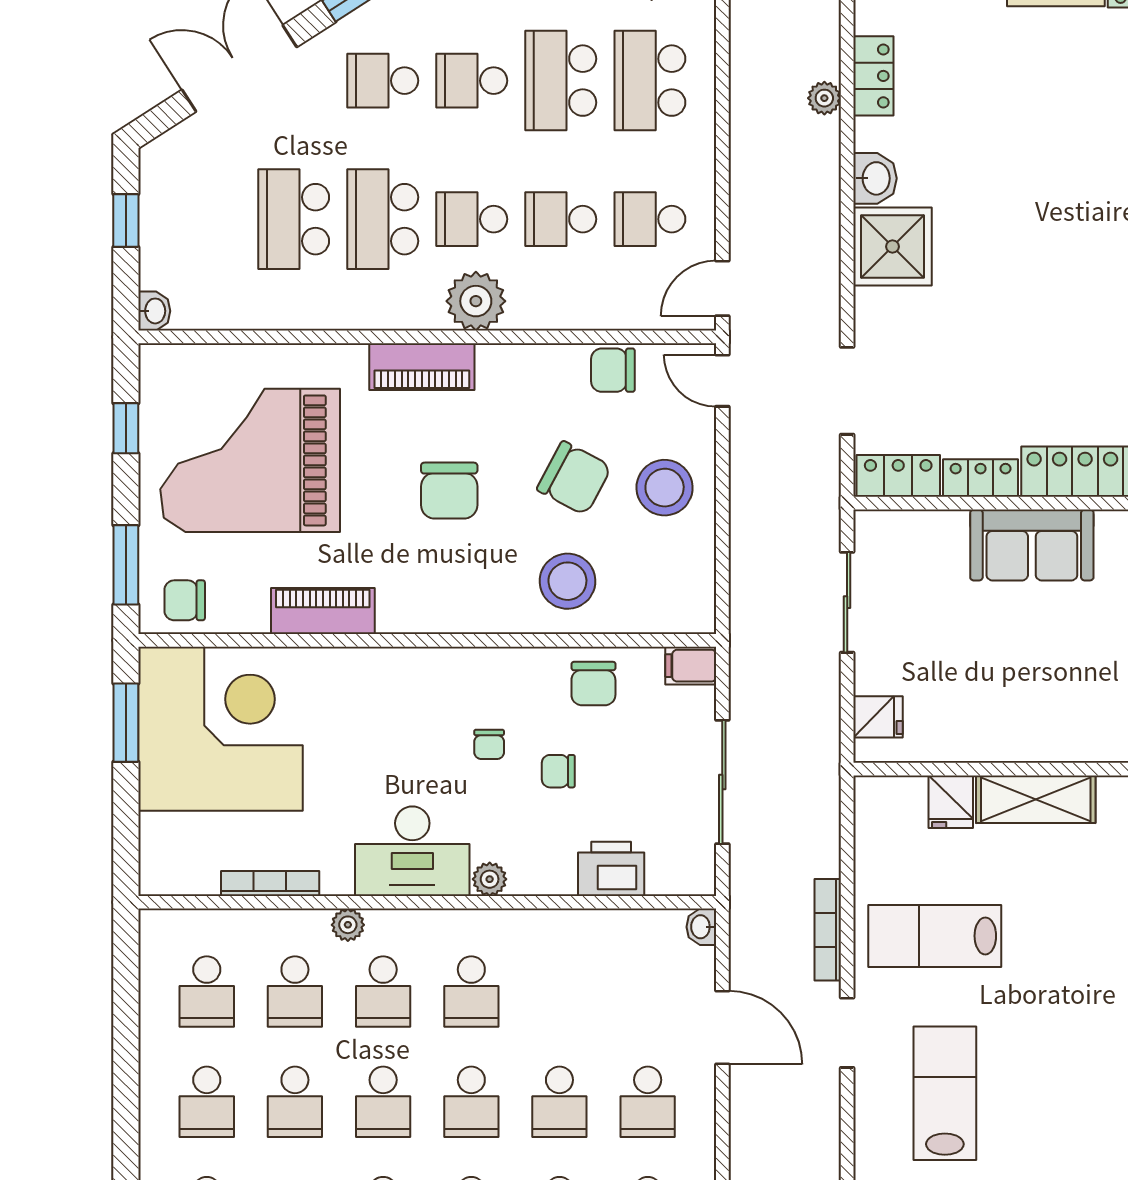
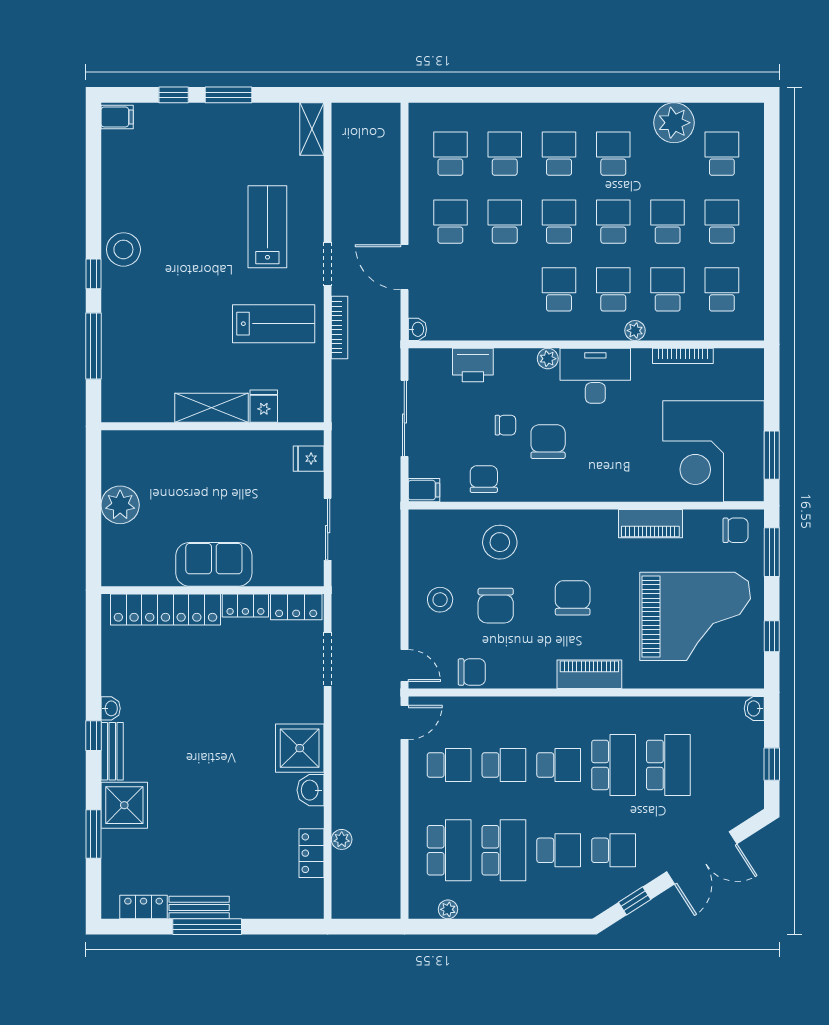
plant: (476, 301) -> (556, 715), removed
chair: (574, 478) -> (496, 606), turned -118
stool: (665, 488) -> (440, 600), width x0.73, depth x0.73
chair: (489, 744) -> (548, 442), width x1.87, depth x1.87
lab bench: (945, 1093) -> (267, 227), turned 180

